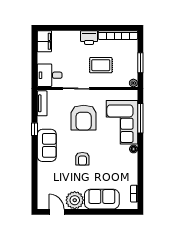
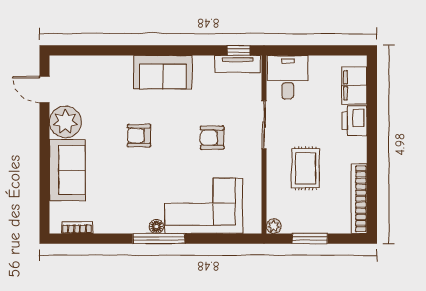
printer: (89, 38) -> (355, 121), moved
filing cabinet: (44, 41) -> (354, 85), moved, turned 90
armchair: (84, 118) -> (212, 138), width x0.53, depth x0.53
window: (140, 118) -> (159, 239), moved
window: (35, 129) -> (239, 50), moved
door: (57, 212) -> (45, 90), swing flipped

